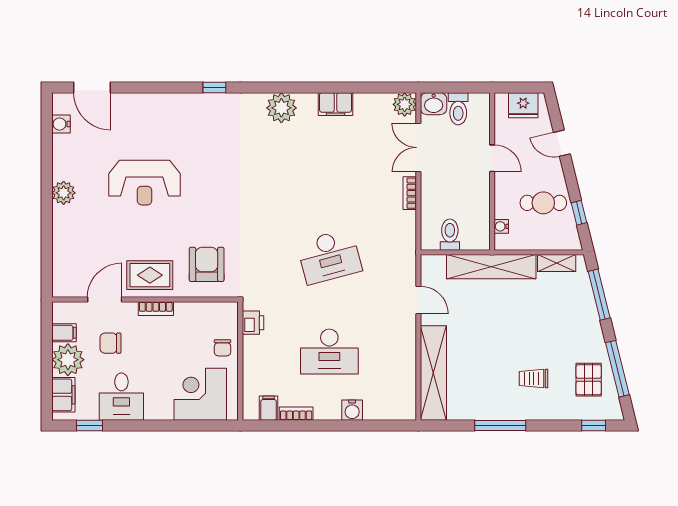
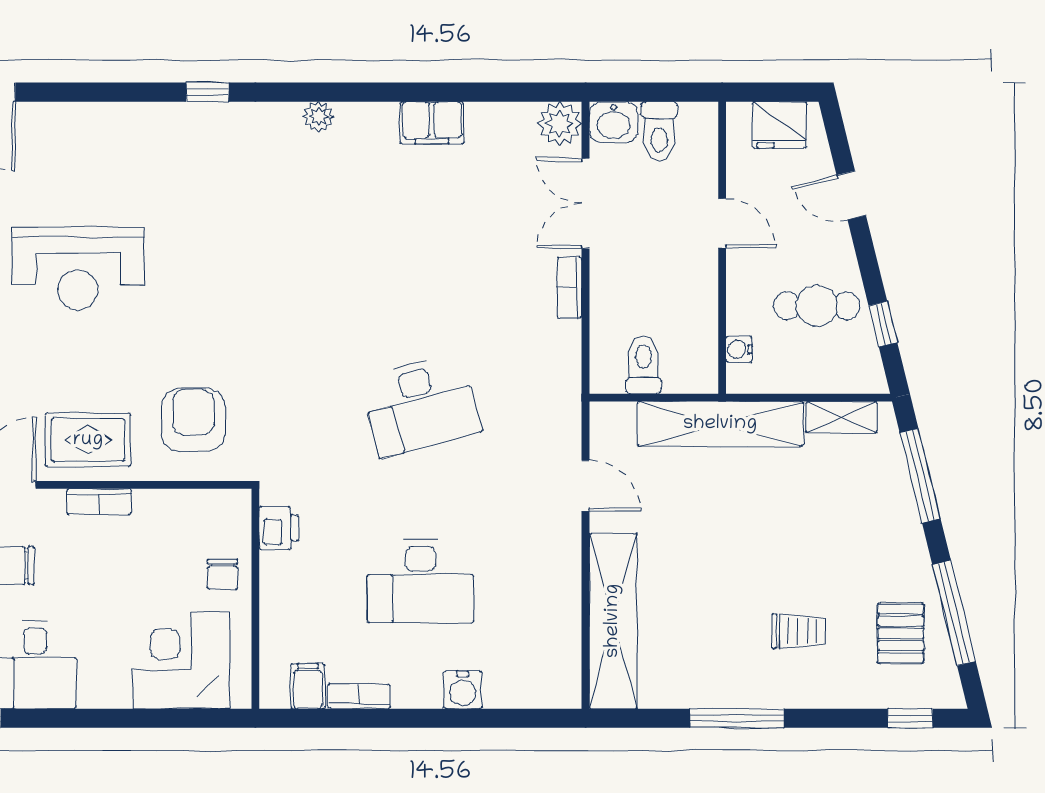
plant: (281, 108) -> (319, 117), width x0.53, depth x0.53
trolley: (534, 379) -> (799, 631), turned 180

